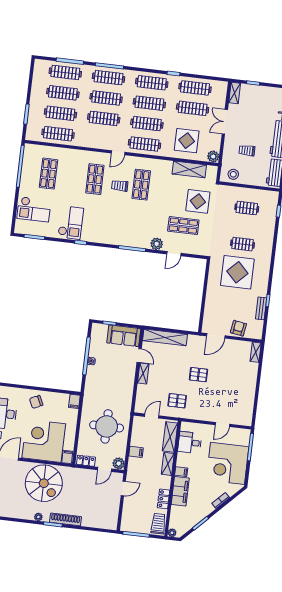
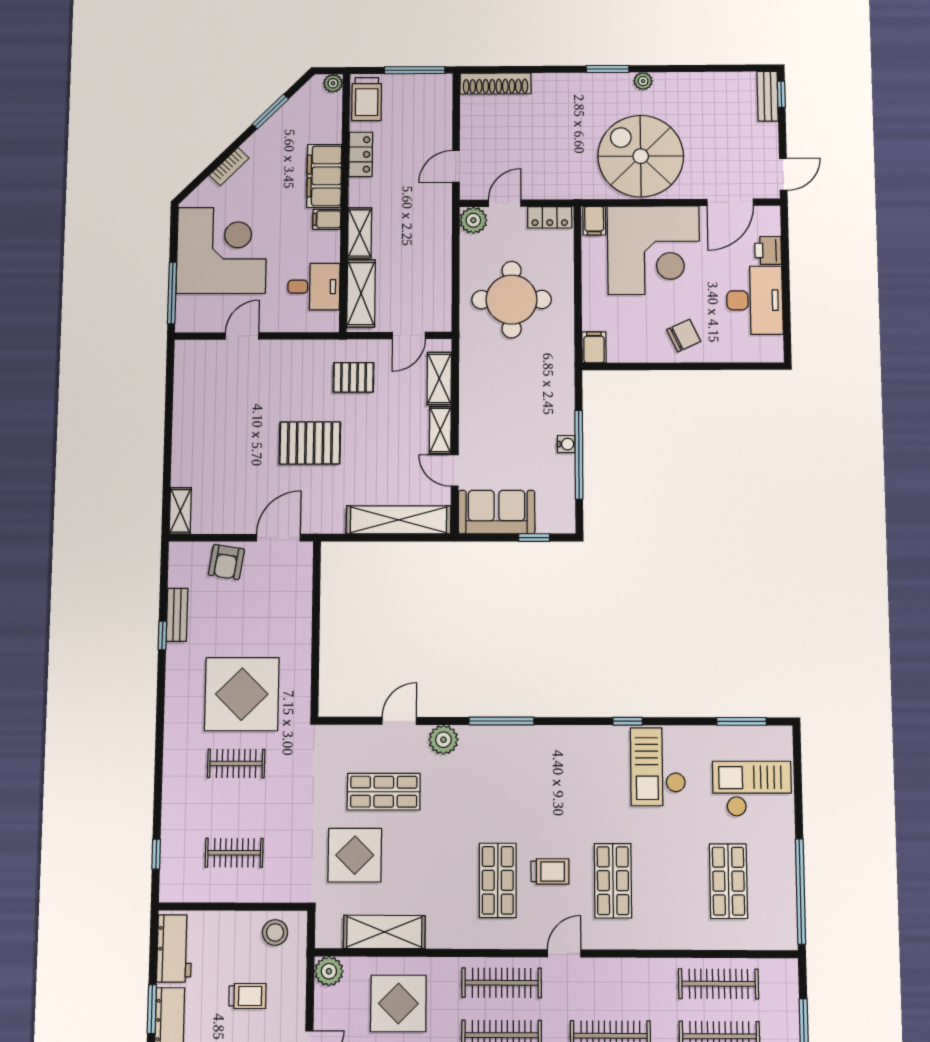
pallet: (198, 375) -> (310, 443), width x1.50, depth x1.42
shelving: (141, 396) -> (439, 378), added
filing cabinet: (136, 452) -> (436, 251), removed
shoe rack: (65, 519) -> (495, 84), moved

